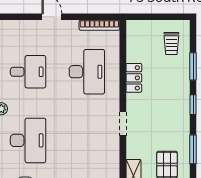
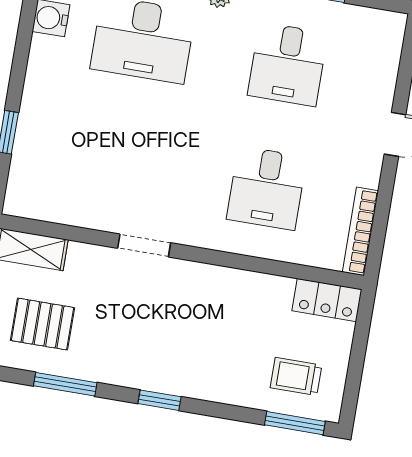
window: (193, 66) -> (295, 423), moved
desk: (87, 72) -> (267, 188), width x0.73
locker: (134, 78) -> (327, 300), moved

